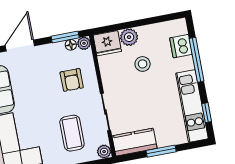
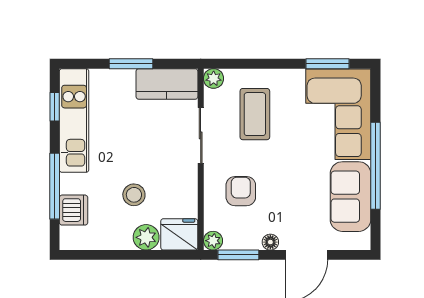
floor lamp: (71, 45) -> (270, 242), moved

